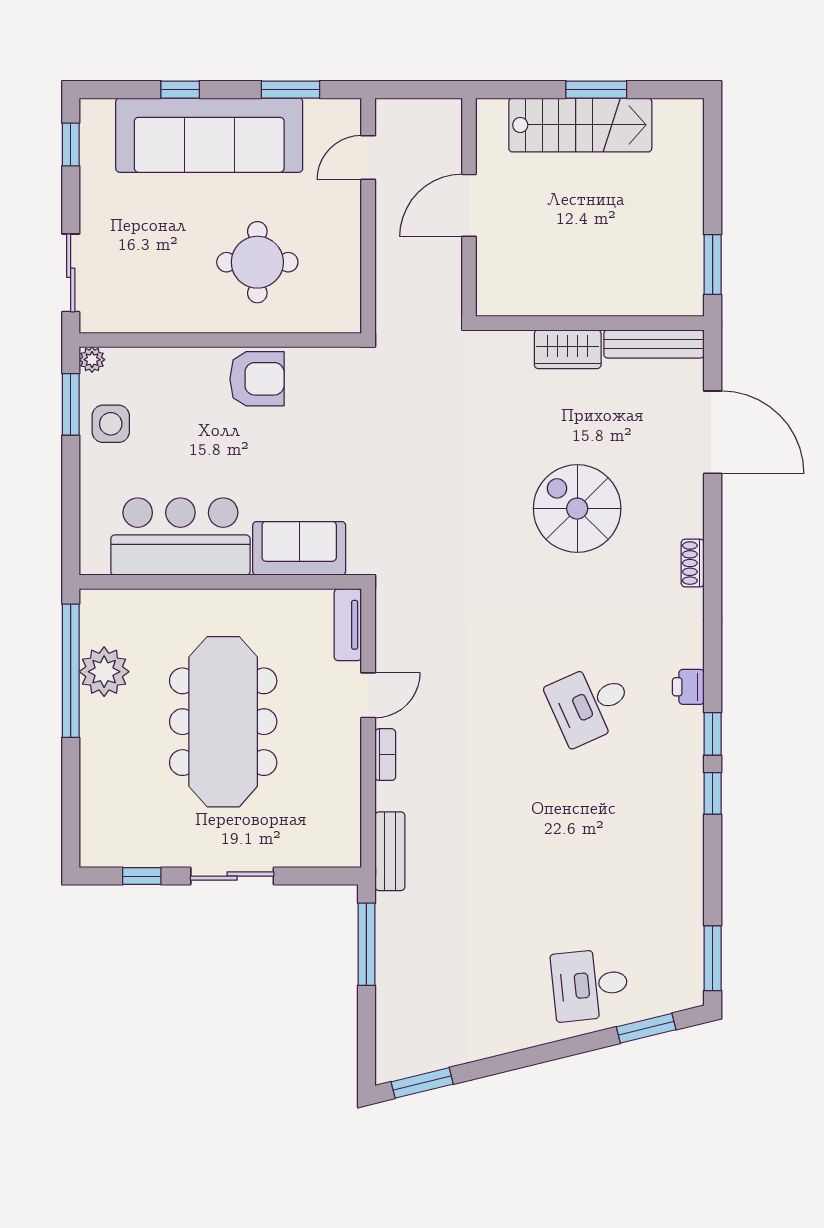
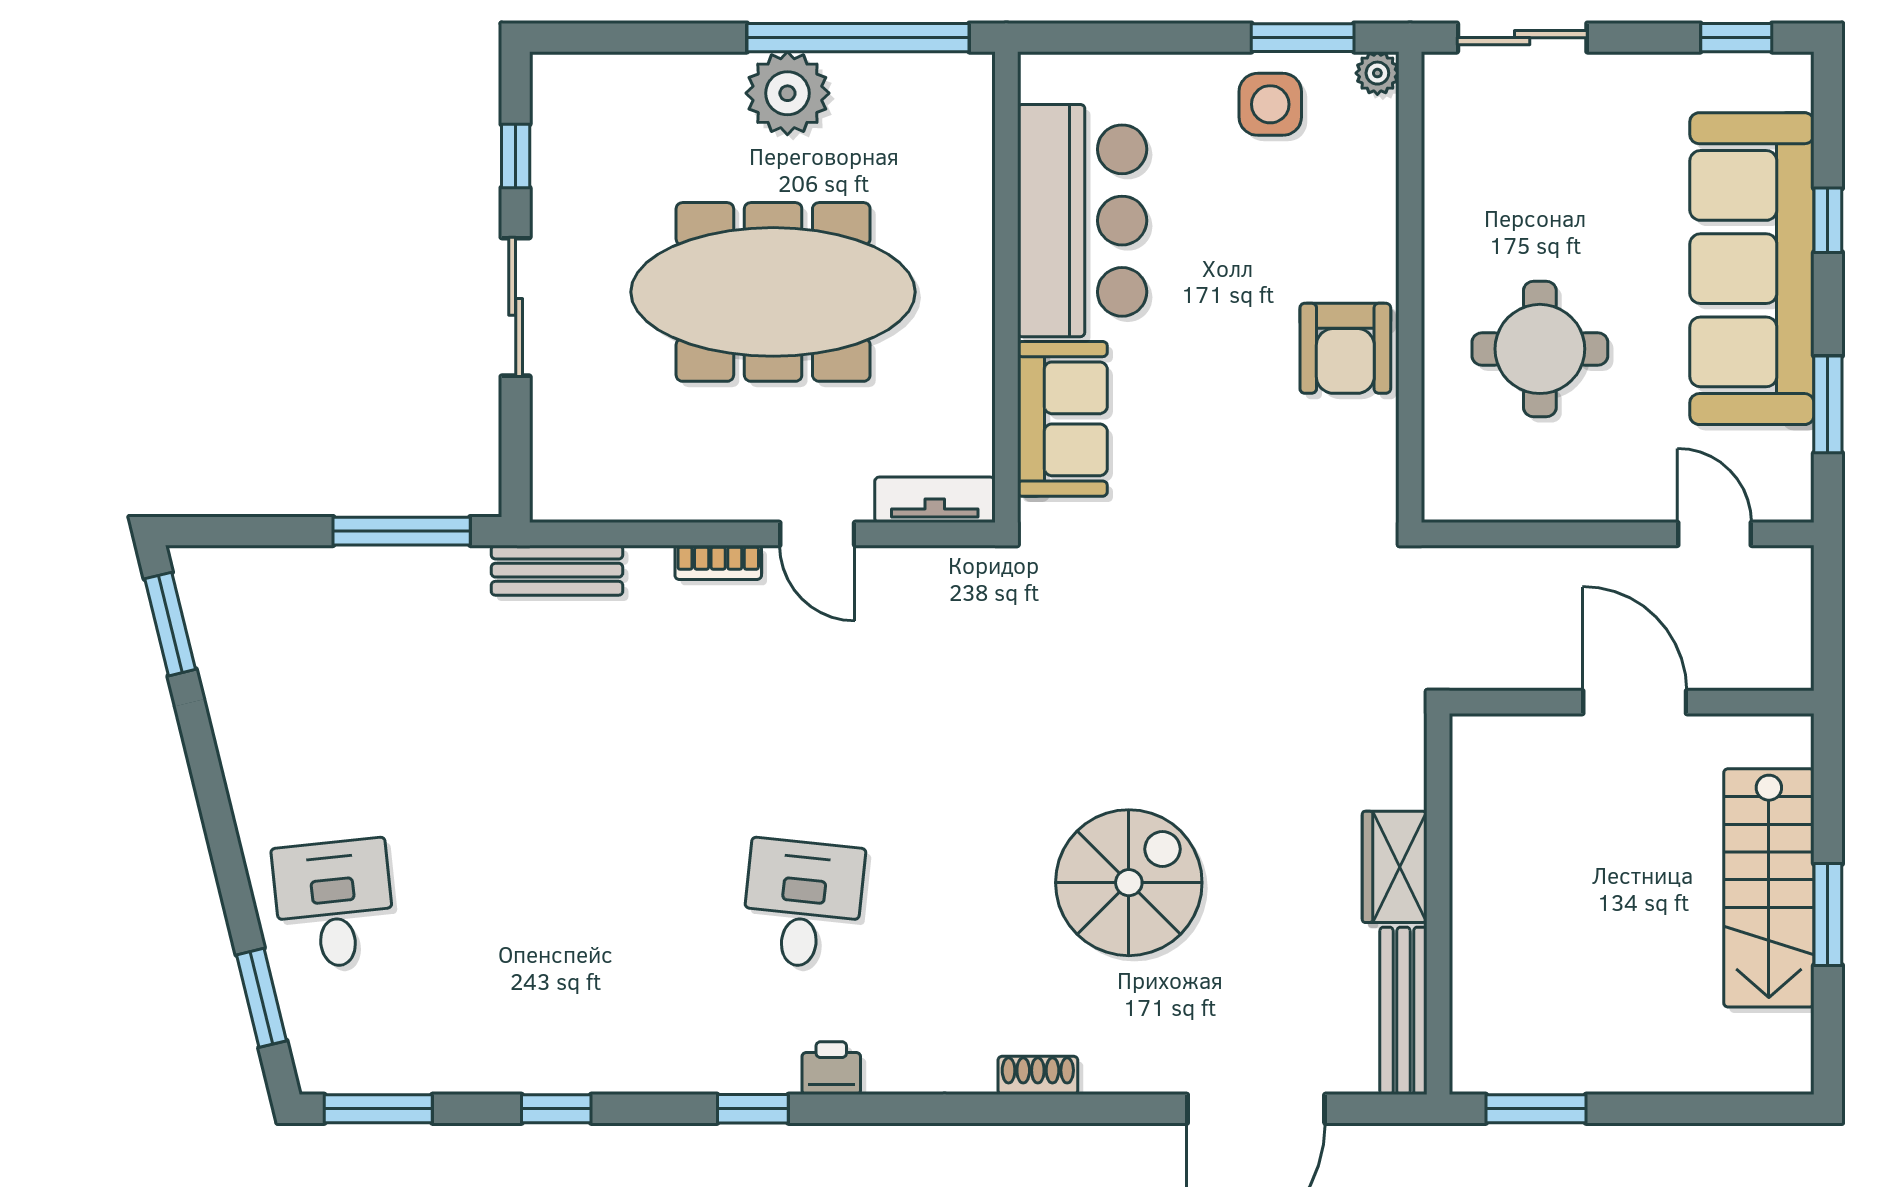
plant: (104, 672) -> (787, 93), moved
desk: (590, 704) -> (803, 904), turned 30
window: (713, 793) -> (556, 1109), moved

